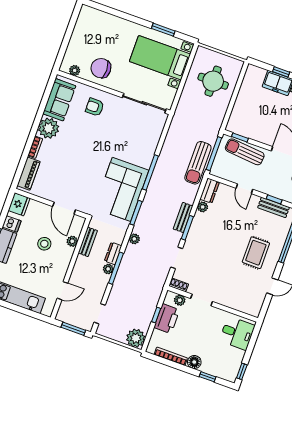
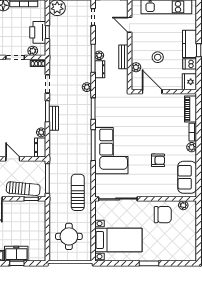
window: (163, 30) -> (149, 263), moved
armchair: (95, 107) -> (158, 160), moved
plant: (49, 128) -> (192, 147), width x0.53, depth x0.53
sun lounger: (198, 163) -> (78, 192), moved
corner sofa: (121, 189) -> (111, 151), moved
bench: (88, 242) -> (123, 57), moved
door: (62, 291) -> (130, 25), hinge flipped

